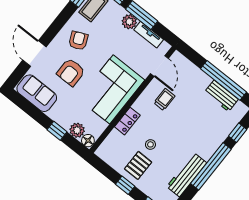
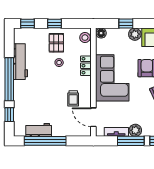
plant: (77, 130) -> (135, 34), moved
stool: (107, 149) -> (85, 38), added

